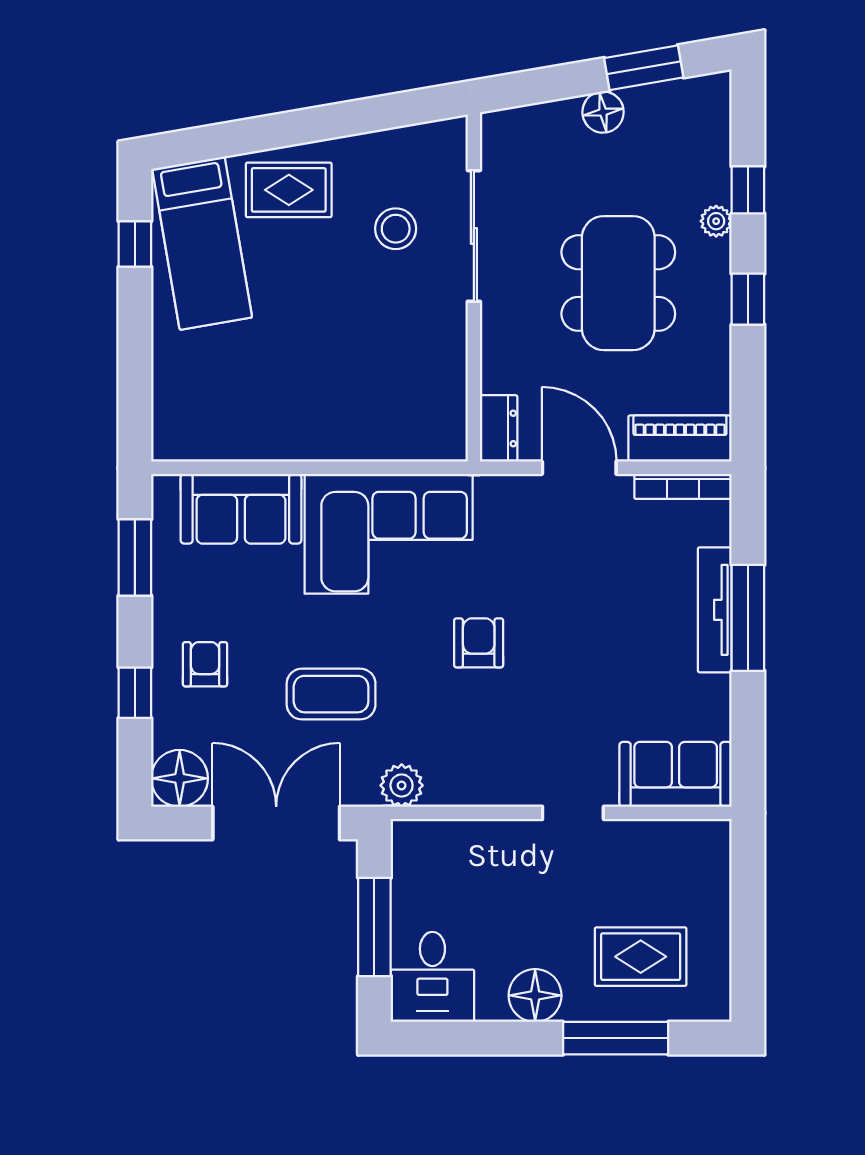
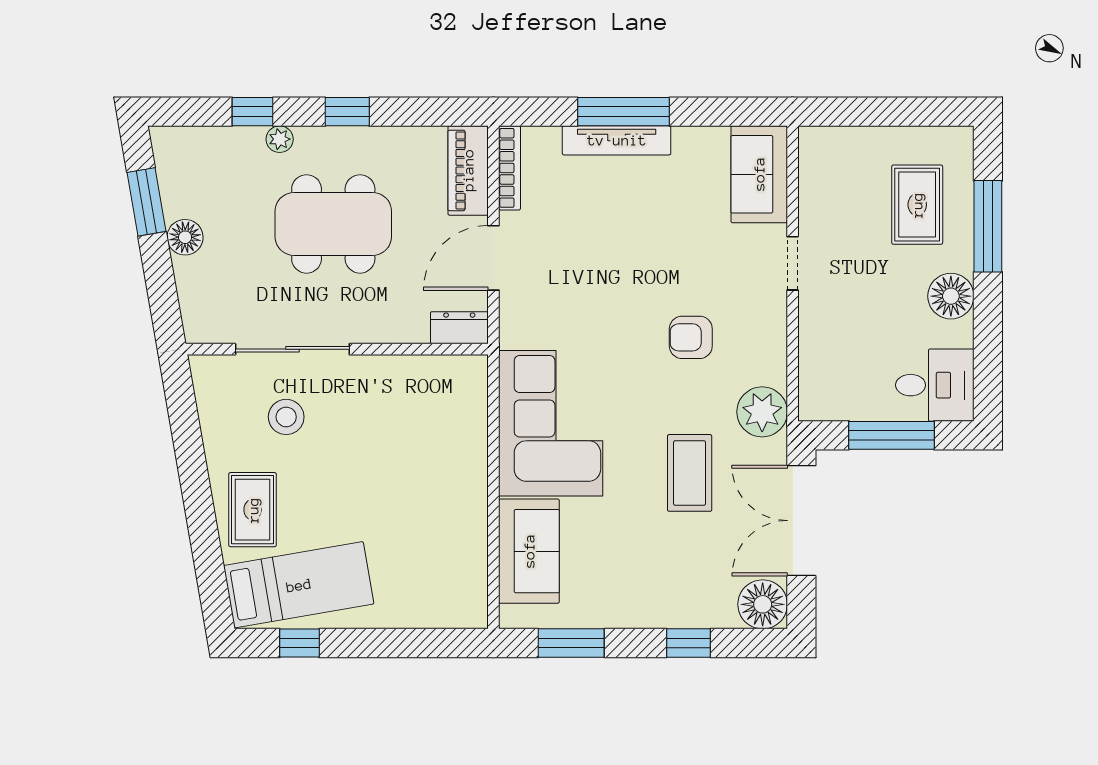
armchair: (479, 643) -> (691, 337), moved
armchair: (205, 664) -> (664, 582), removed
plant: (402, 785) -> (762, 412), width x1.36, depth x1.36

